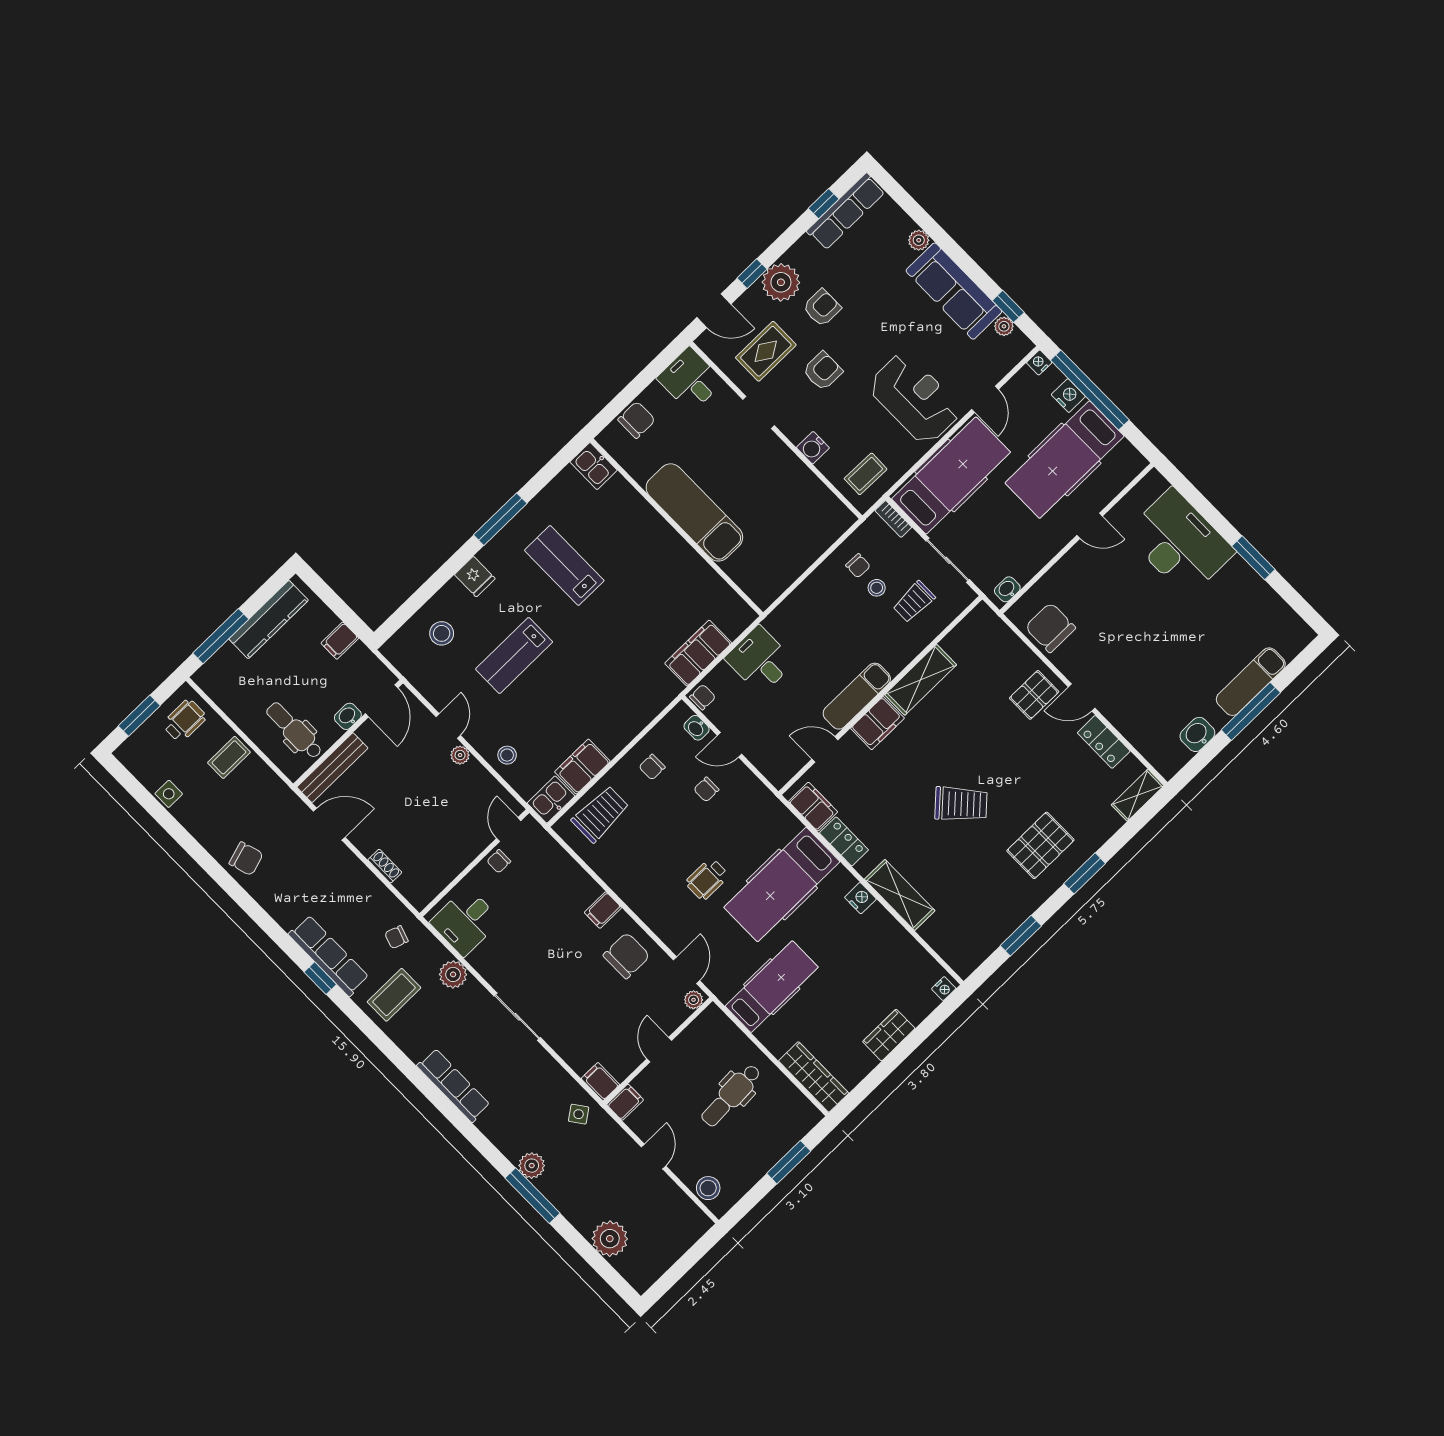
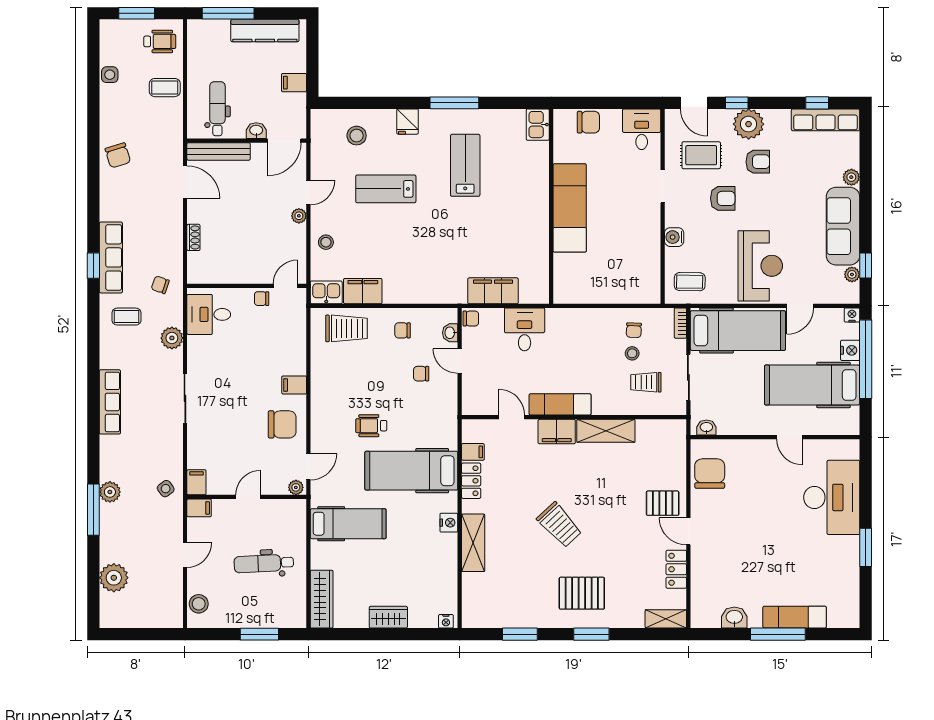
filing cabinet: (813, 807) -> (473, 452), width x0.50
coffee table: (394, 995) -> (127, 317), width x0.73, depth x0.77

